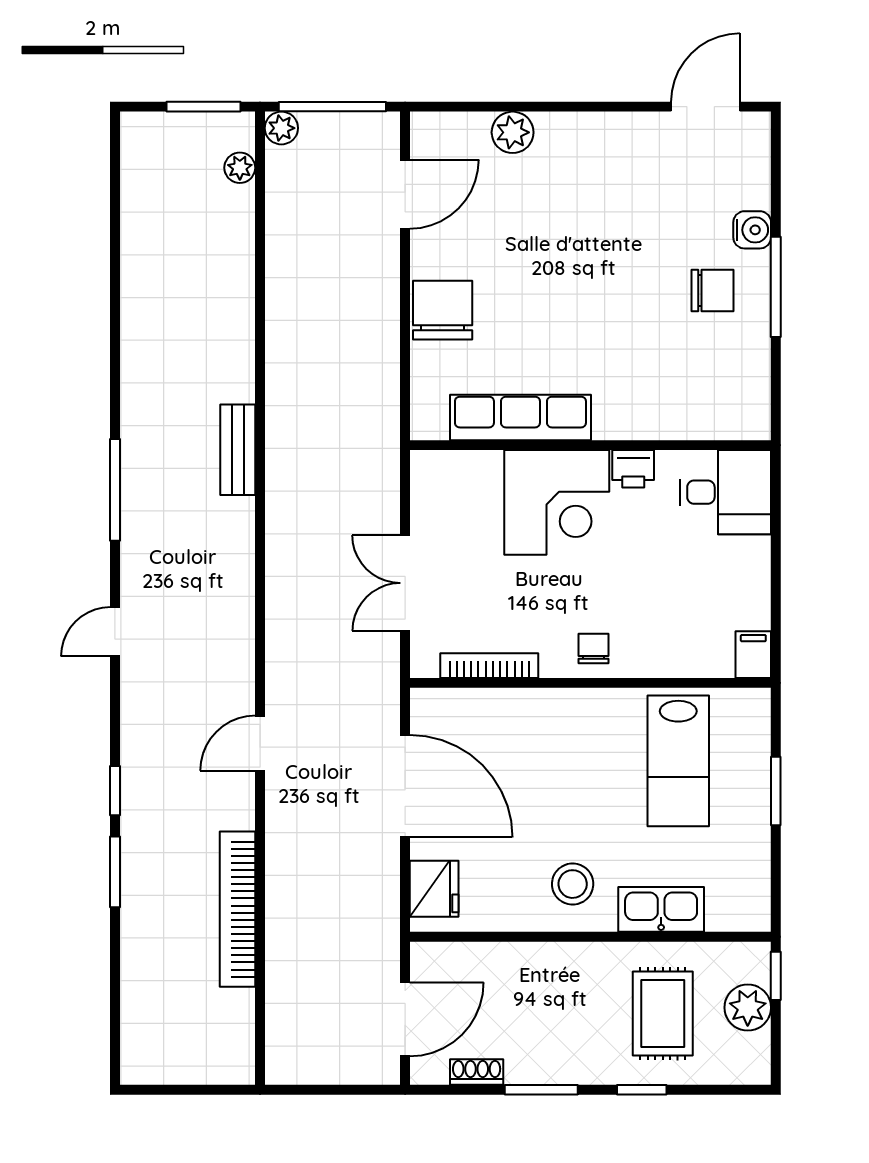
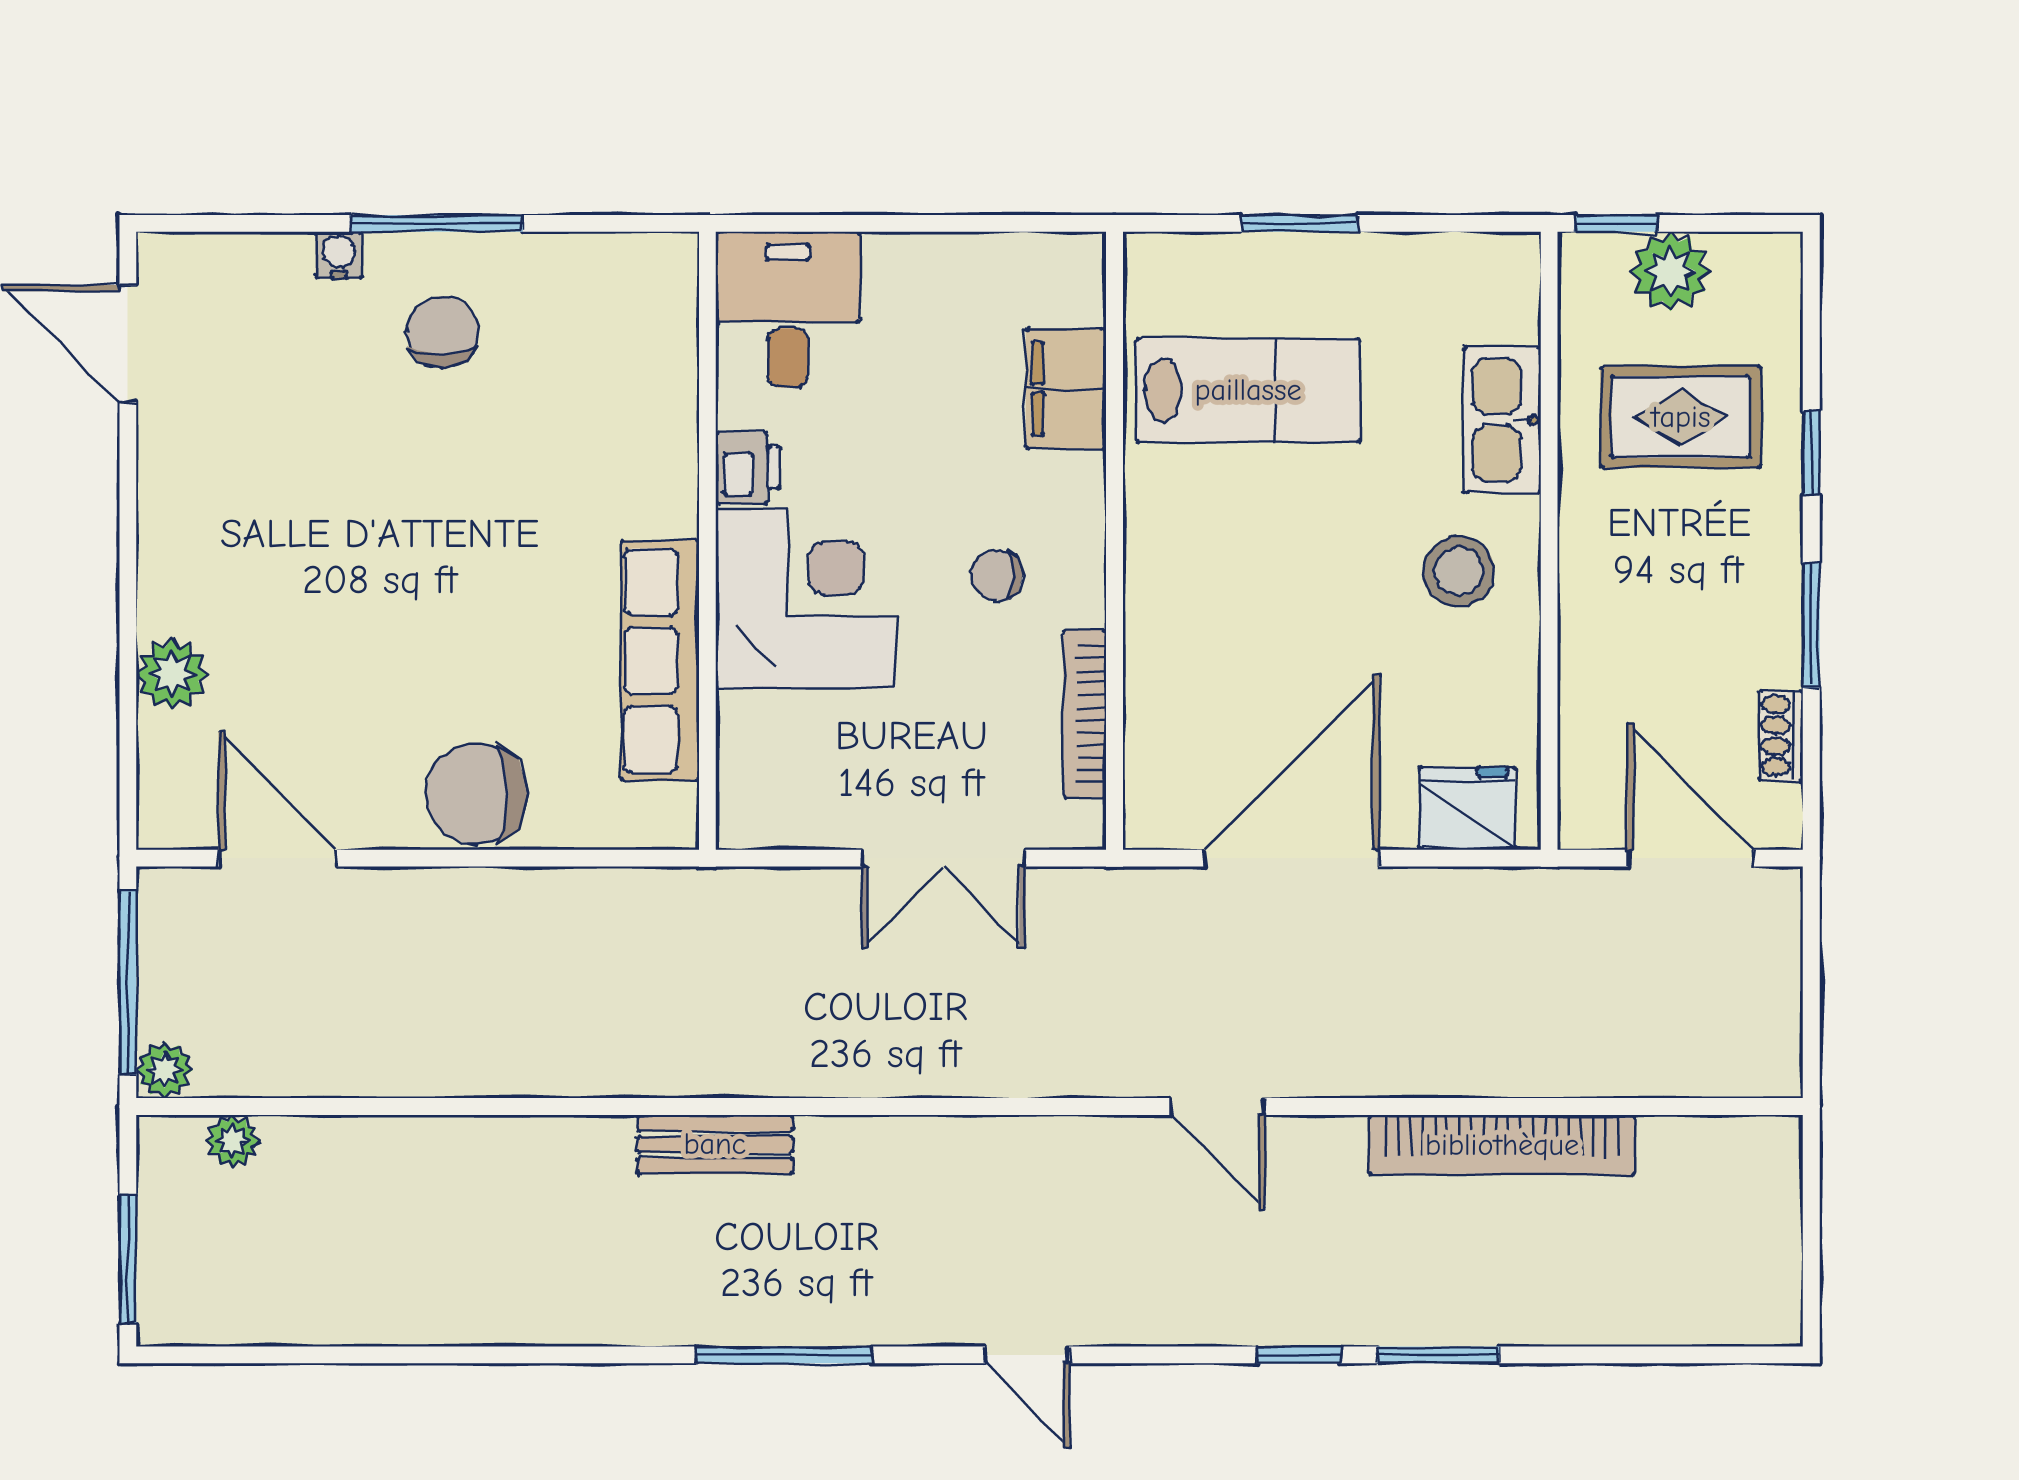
window: (203, 107) -> (128, 1259), moved
water cooler: (752, 230) -> (339, 255), width x0.72, depth x0.72
chair: (593, 648) -> (997, 575), moved
filing cabinet: (753, 655) -> (1066, 389), moved, width x2.00

